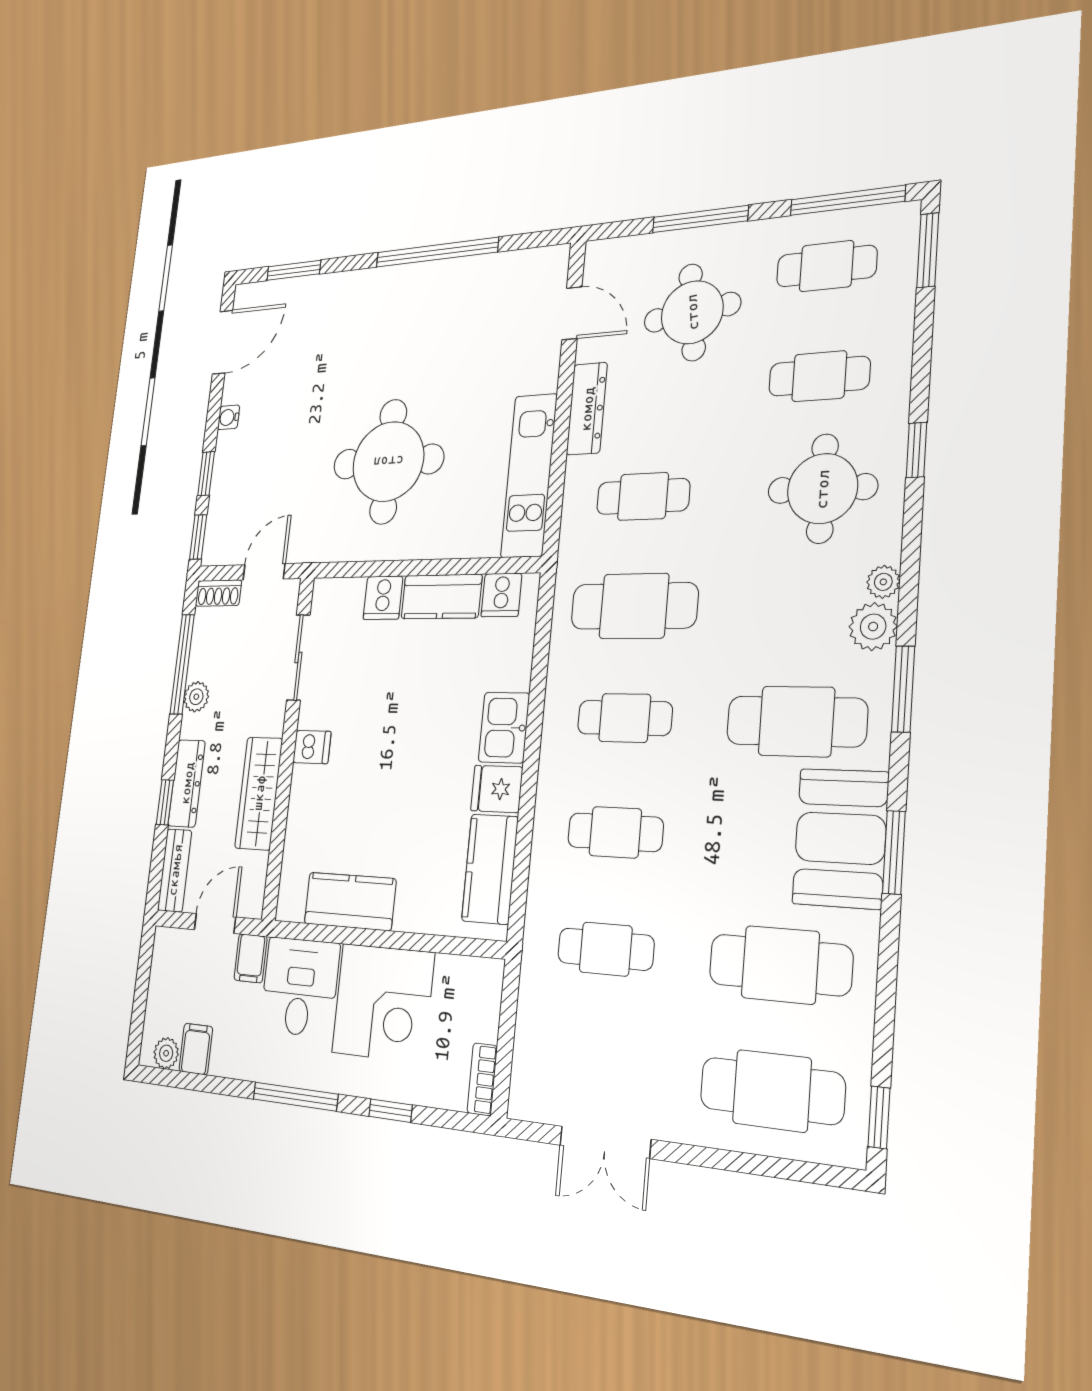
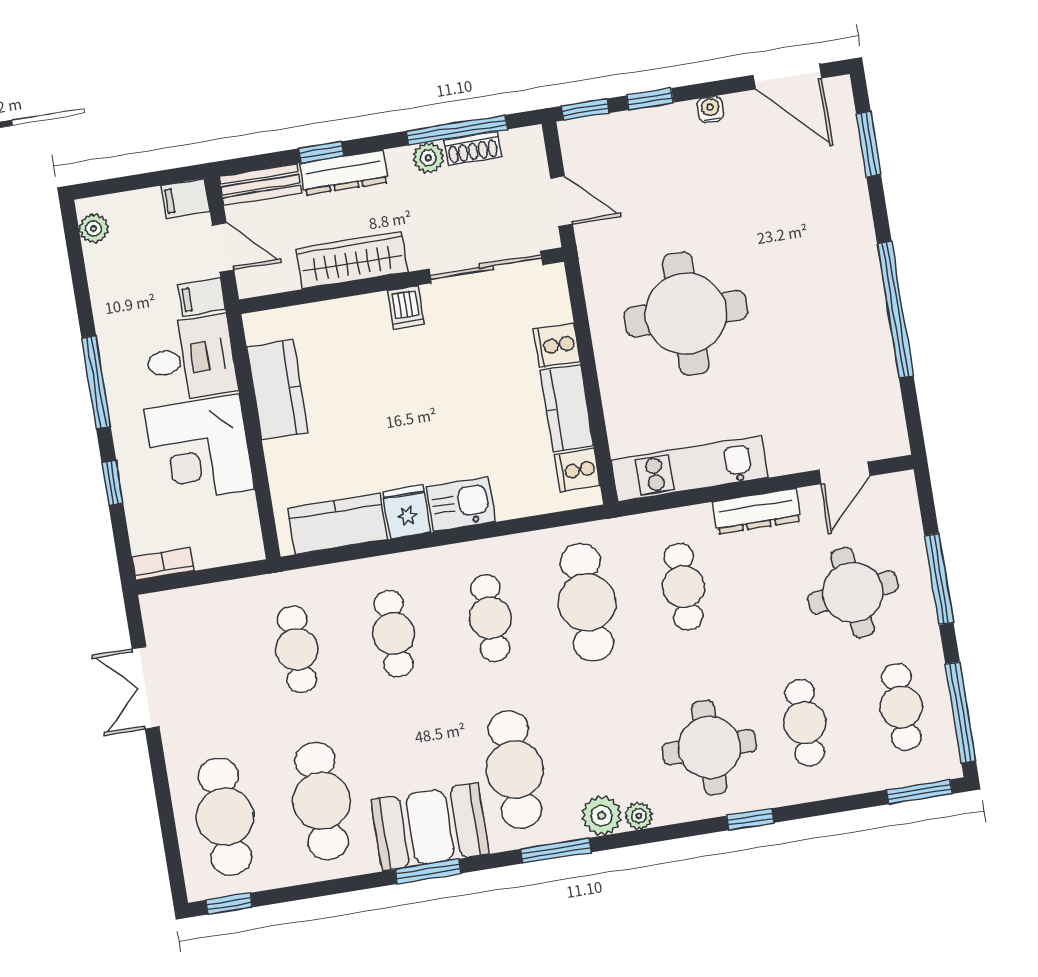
shoe rack: (218, 593) -> (473, 148), moved, turned -90
sliding door: (298, 657) -> (486, 267), width x1.37
filing cabinet: (196, 1049) -> (185, 199), moved, turned 180

